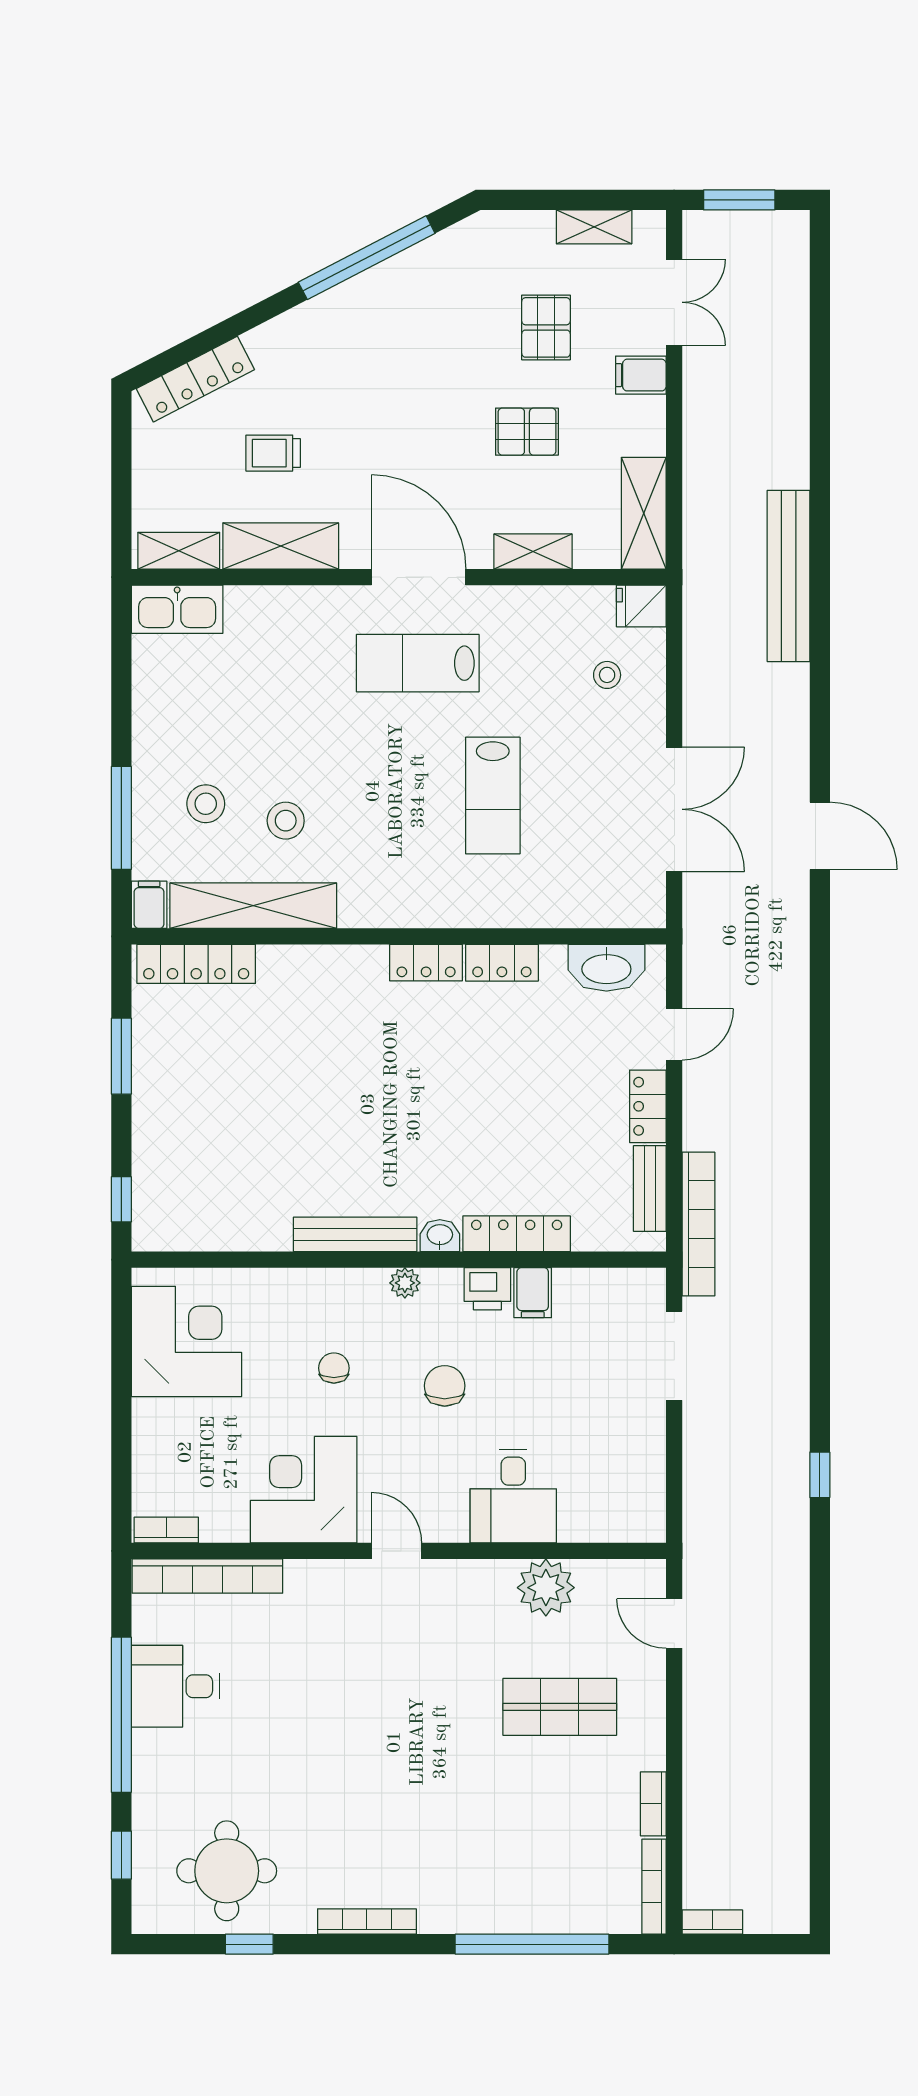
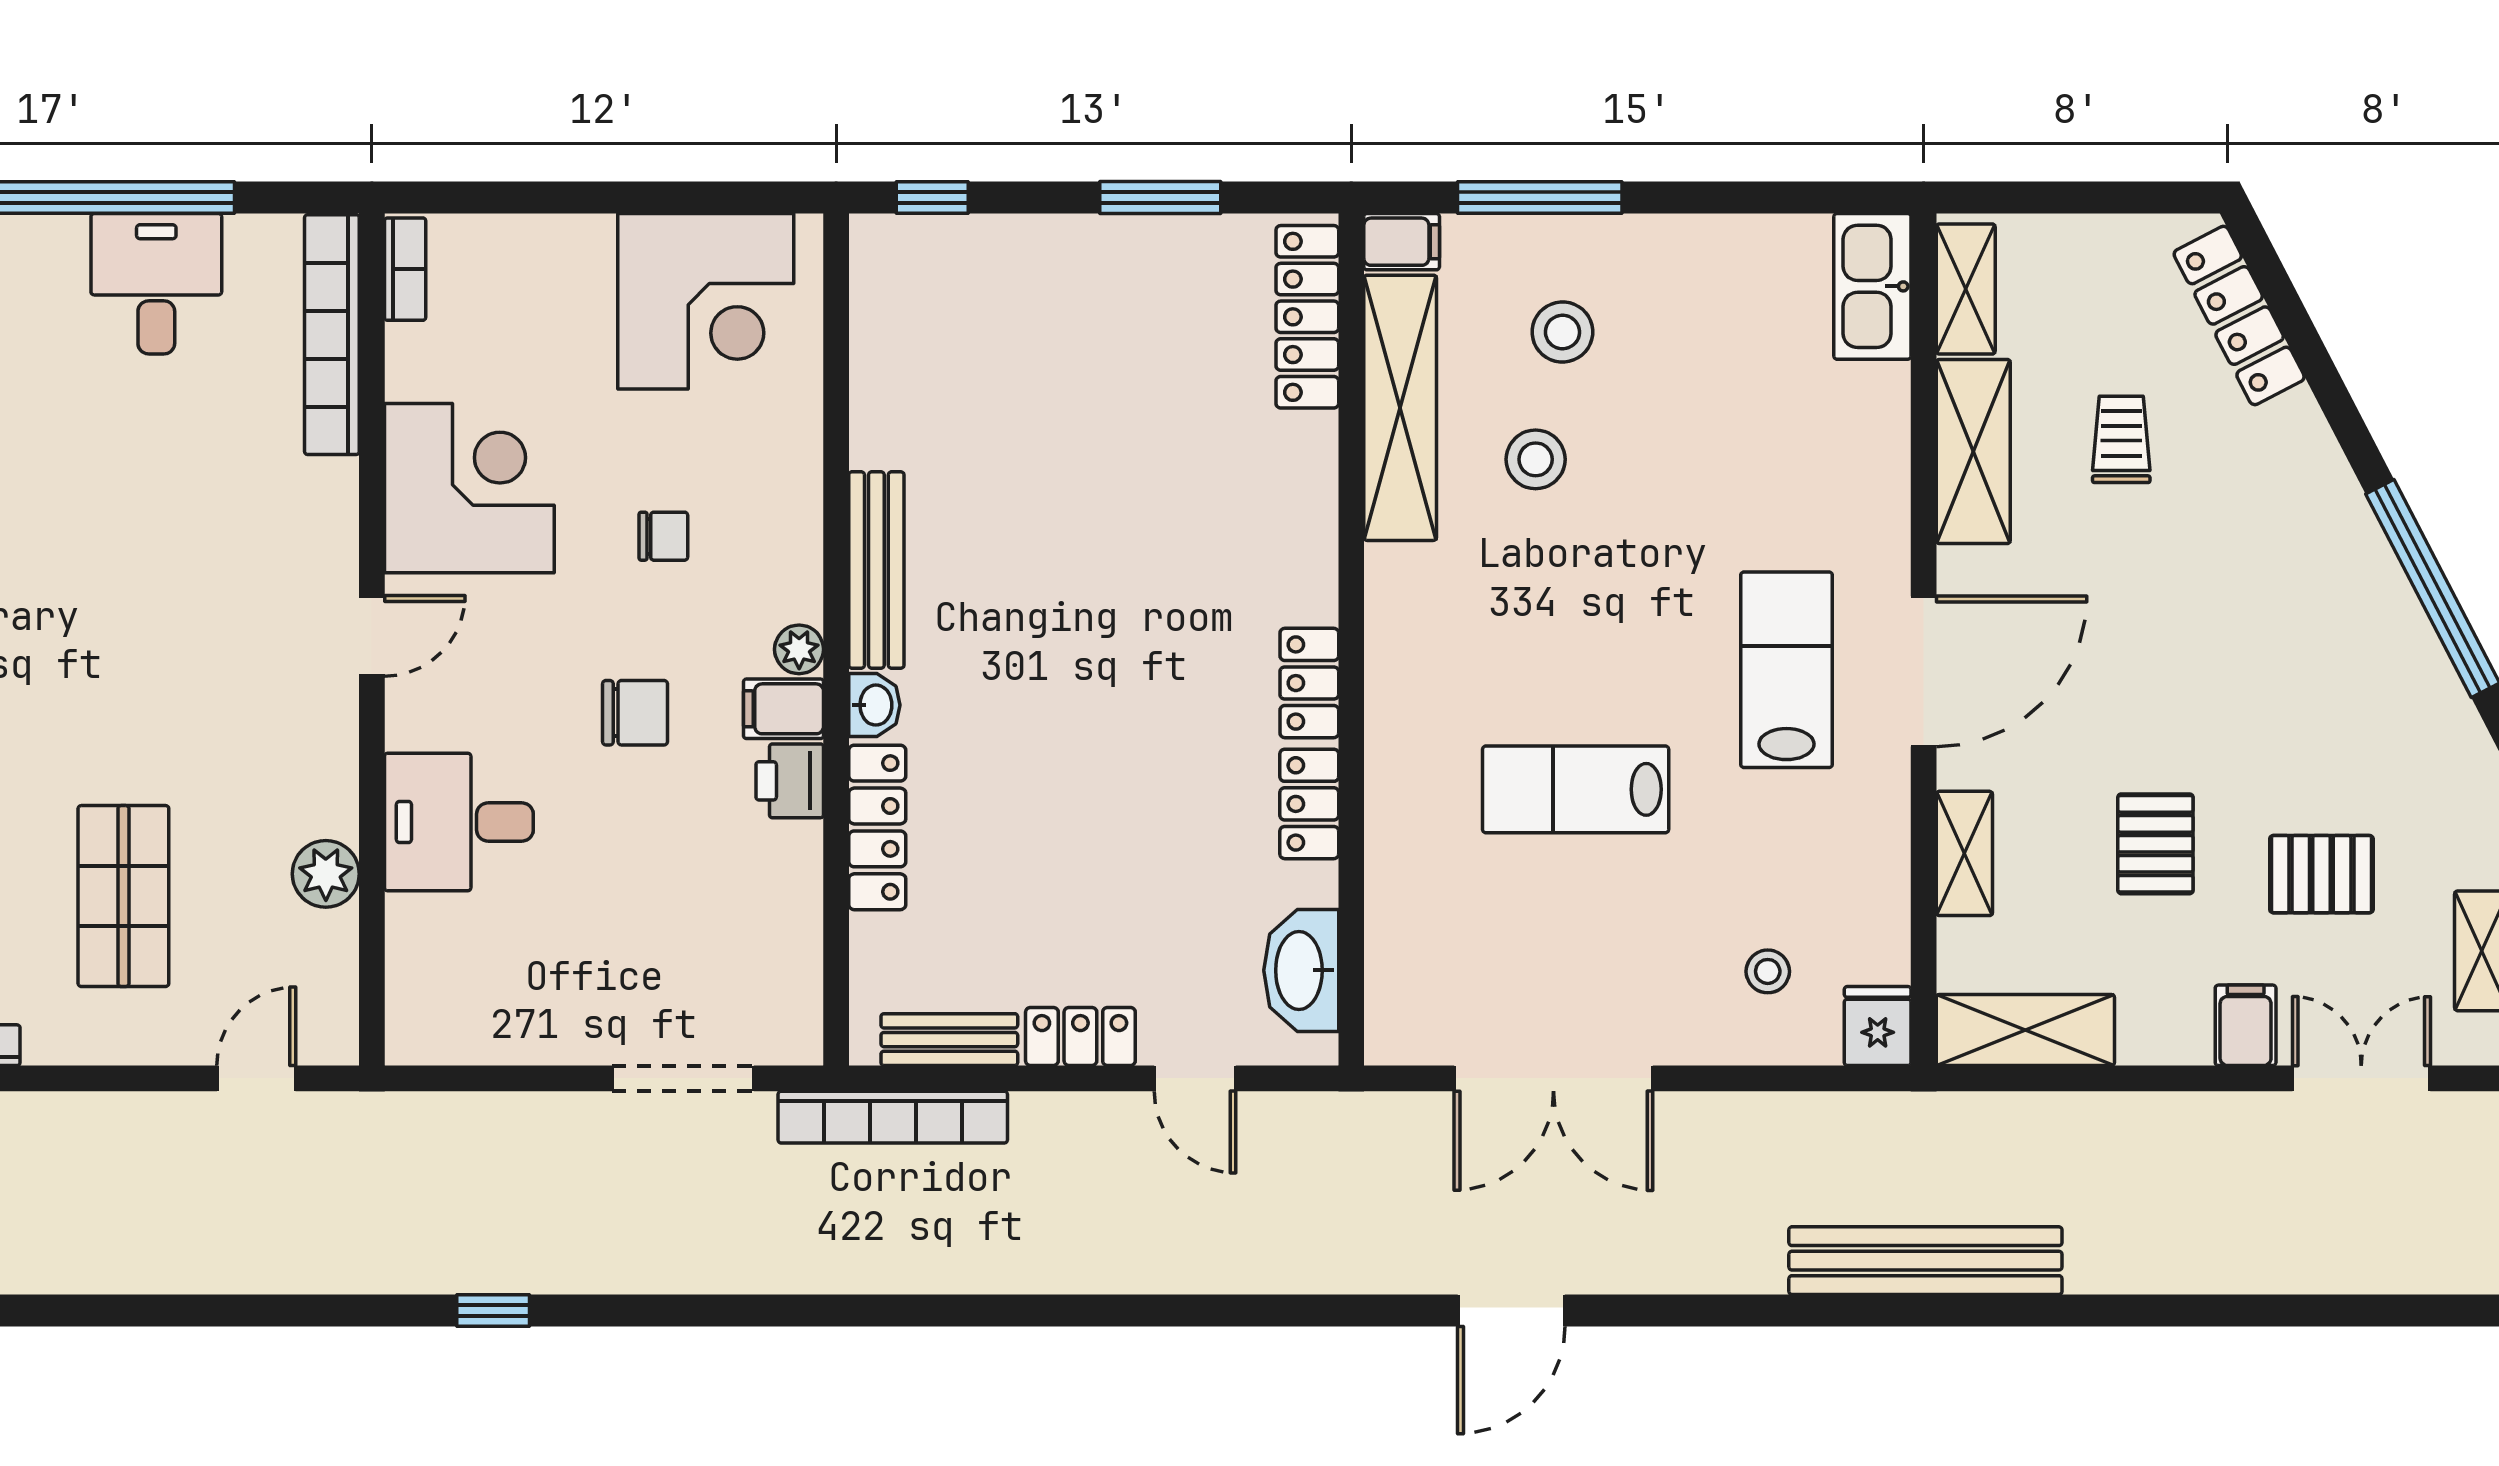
double door: (674, 302) -> (2361, 1078), swing flipped
filing cabinet: (533, 1293) -> (783, 709), moved
plant: (546, 1588) -> (326, 874), width x0.73, depth x0.73

